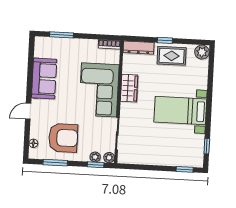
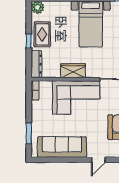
sofa: (44, 79) -> (62, 147), width x1.36
door: (28, 111) -> (98, 160), hinge flipped

